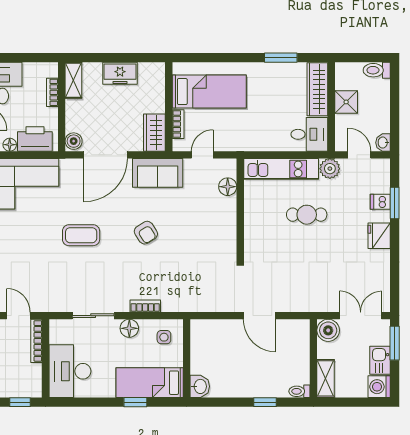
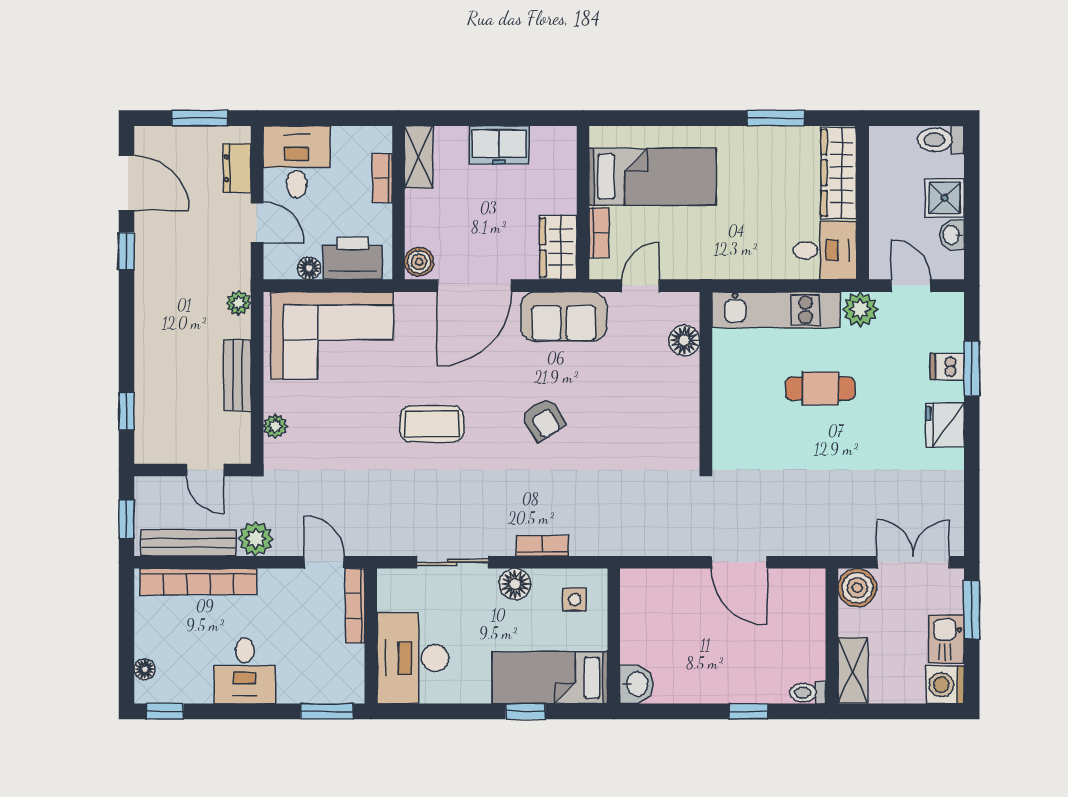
shower: (346, 102) -> (945, 198), moved
washbasin: (383, 143) -> (952, 235), moved
window: (20, 402) -> (327, 711), width x1.50

